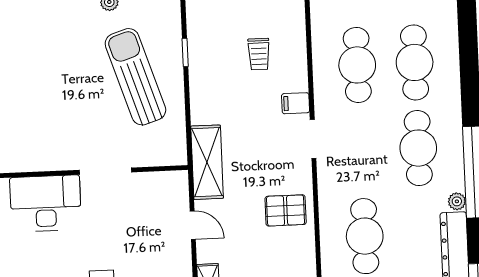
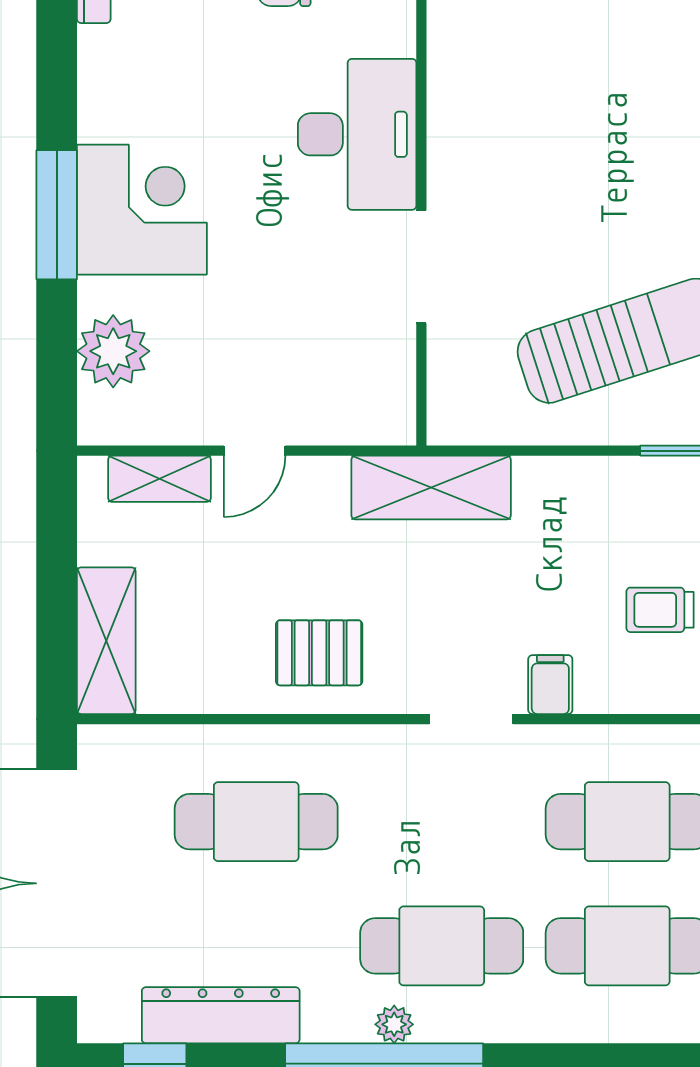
plant: (457, 201) -> (394, 1024), moved
pallet: (286, 210) -> (319, 653), turned 90
door: (193, 225) -> (255, 451), moved

